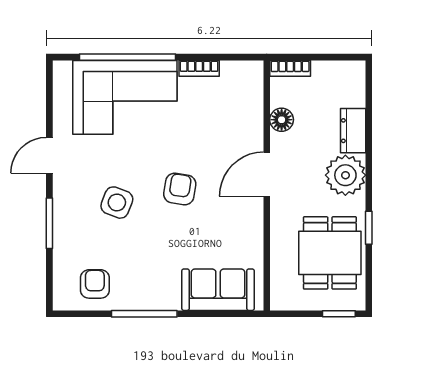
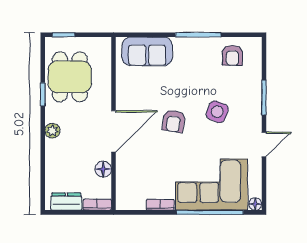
floor lamp: (62, 69) -> (255, 204), added
dresser: (353, 131) -> (66, 202), moved, turned -90
door: (267, 174) -> (113, 131), width x1.36
plant: (345, 175) -> (52, 131), width x0.53, depth x0.53

